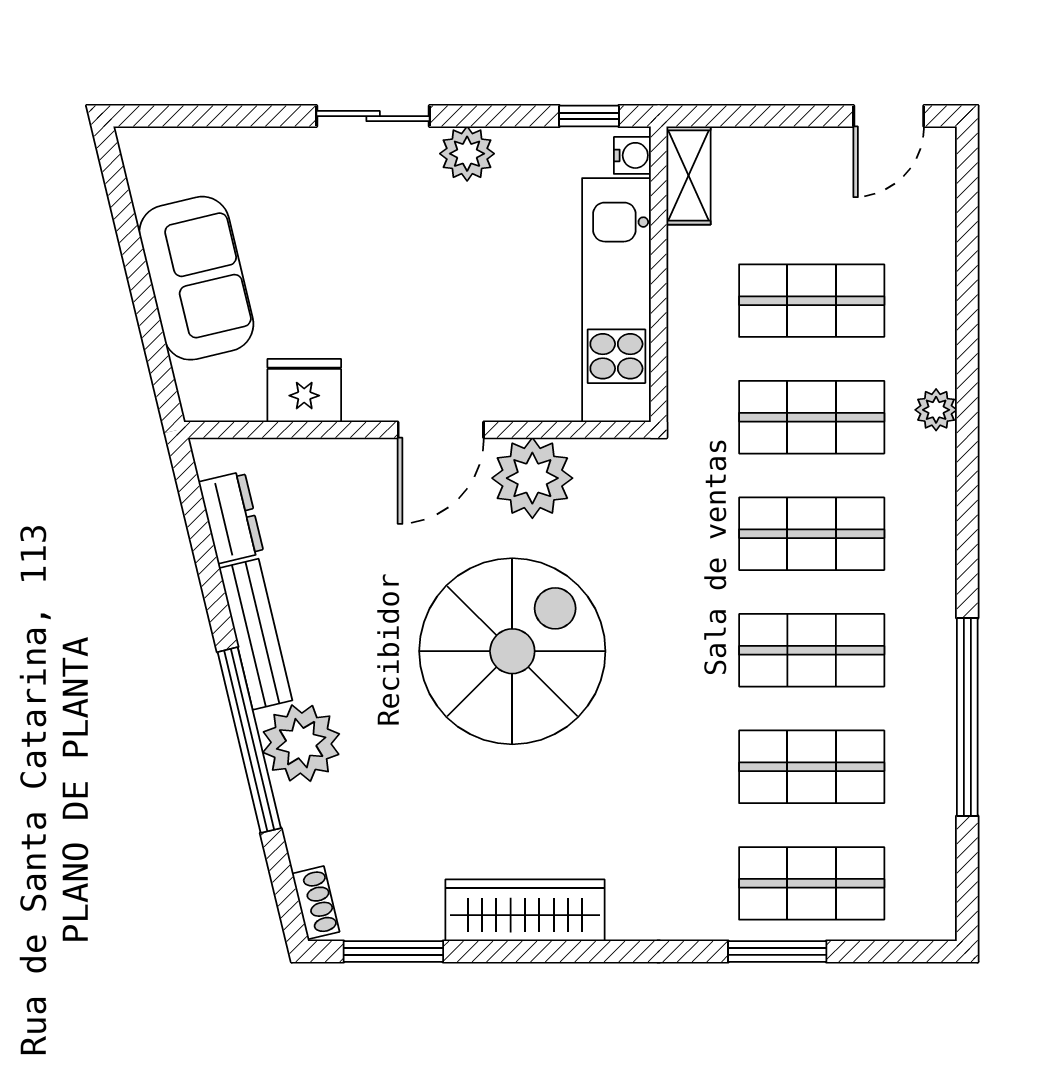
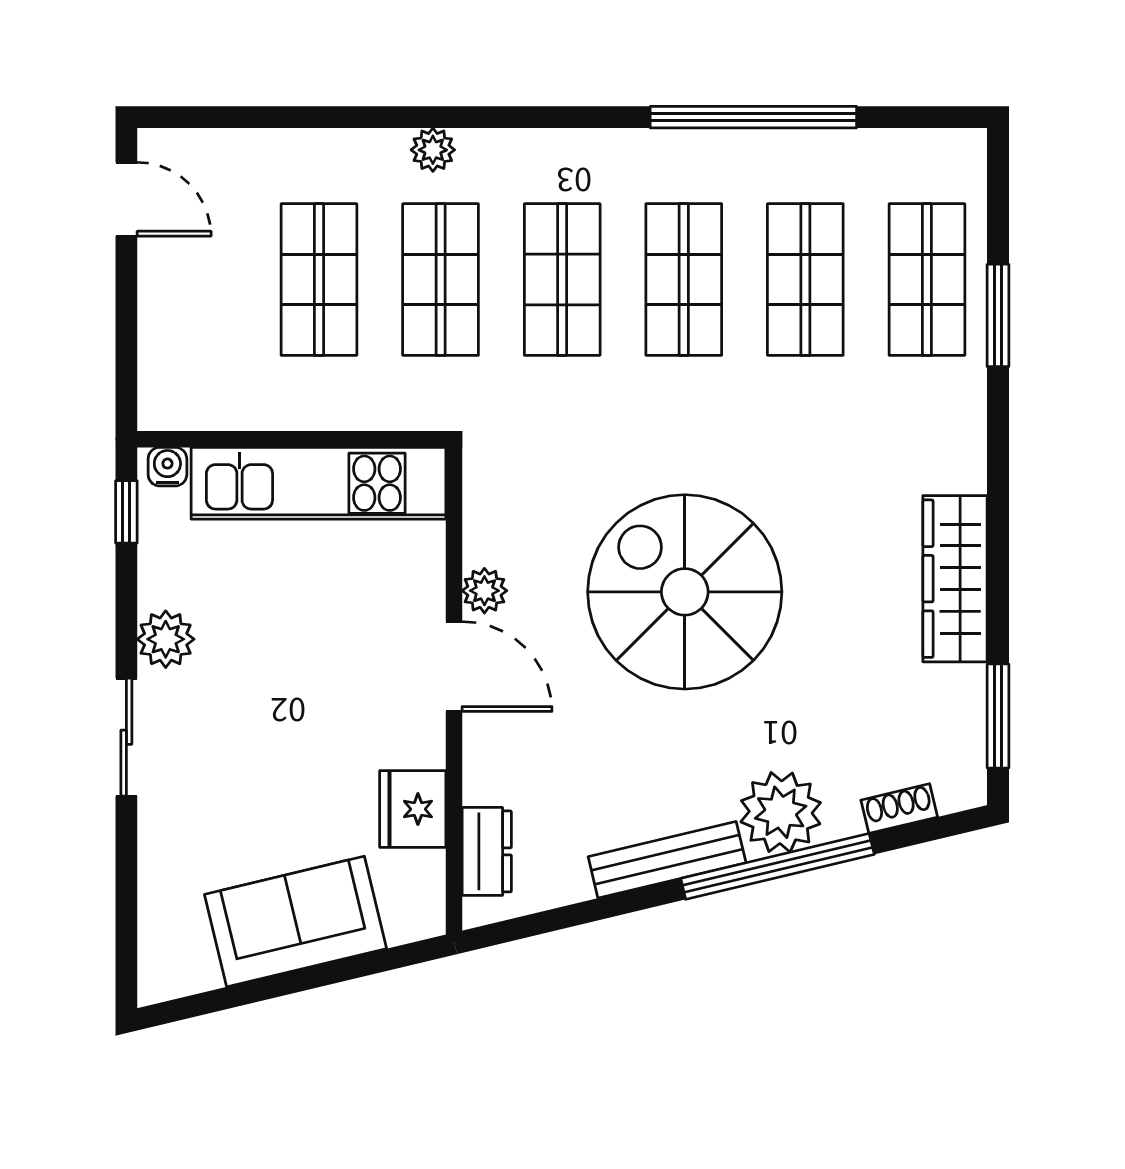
shelving: (689, 176) -> (188, 408), removed
plant: (532, 478) -> (484, 591), width x0.53, depth x0.53
dresser: (231, 517) -> (487, 851), moved, turned 103
shoe rack: (316, 903) -> (899, 809), moved

